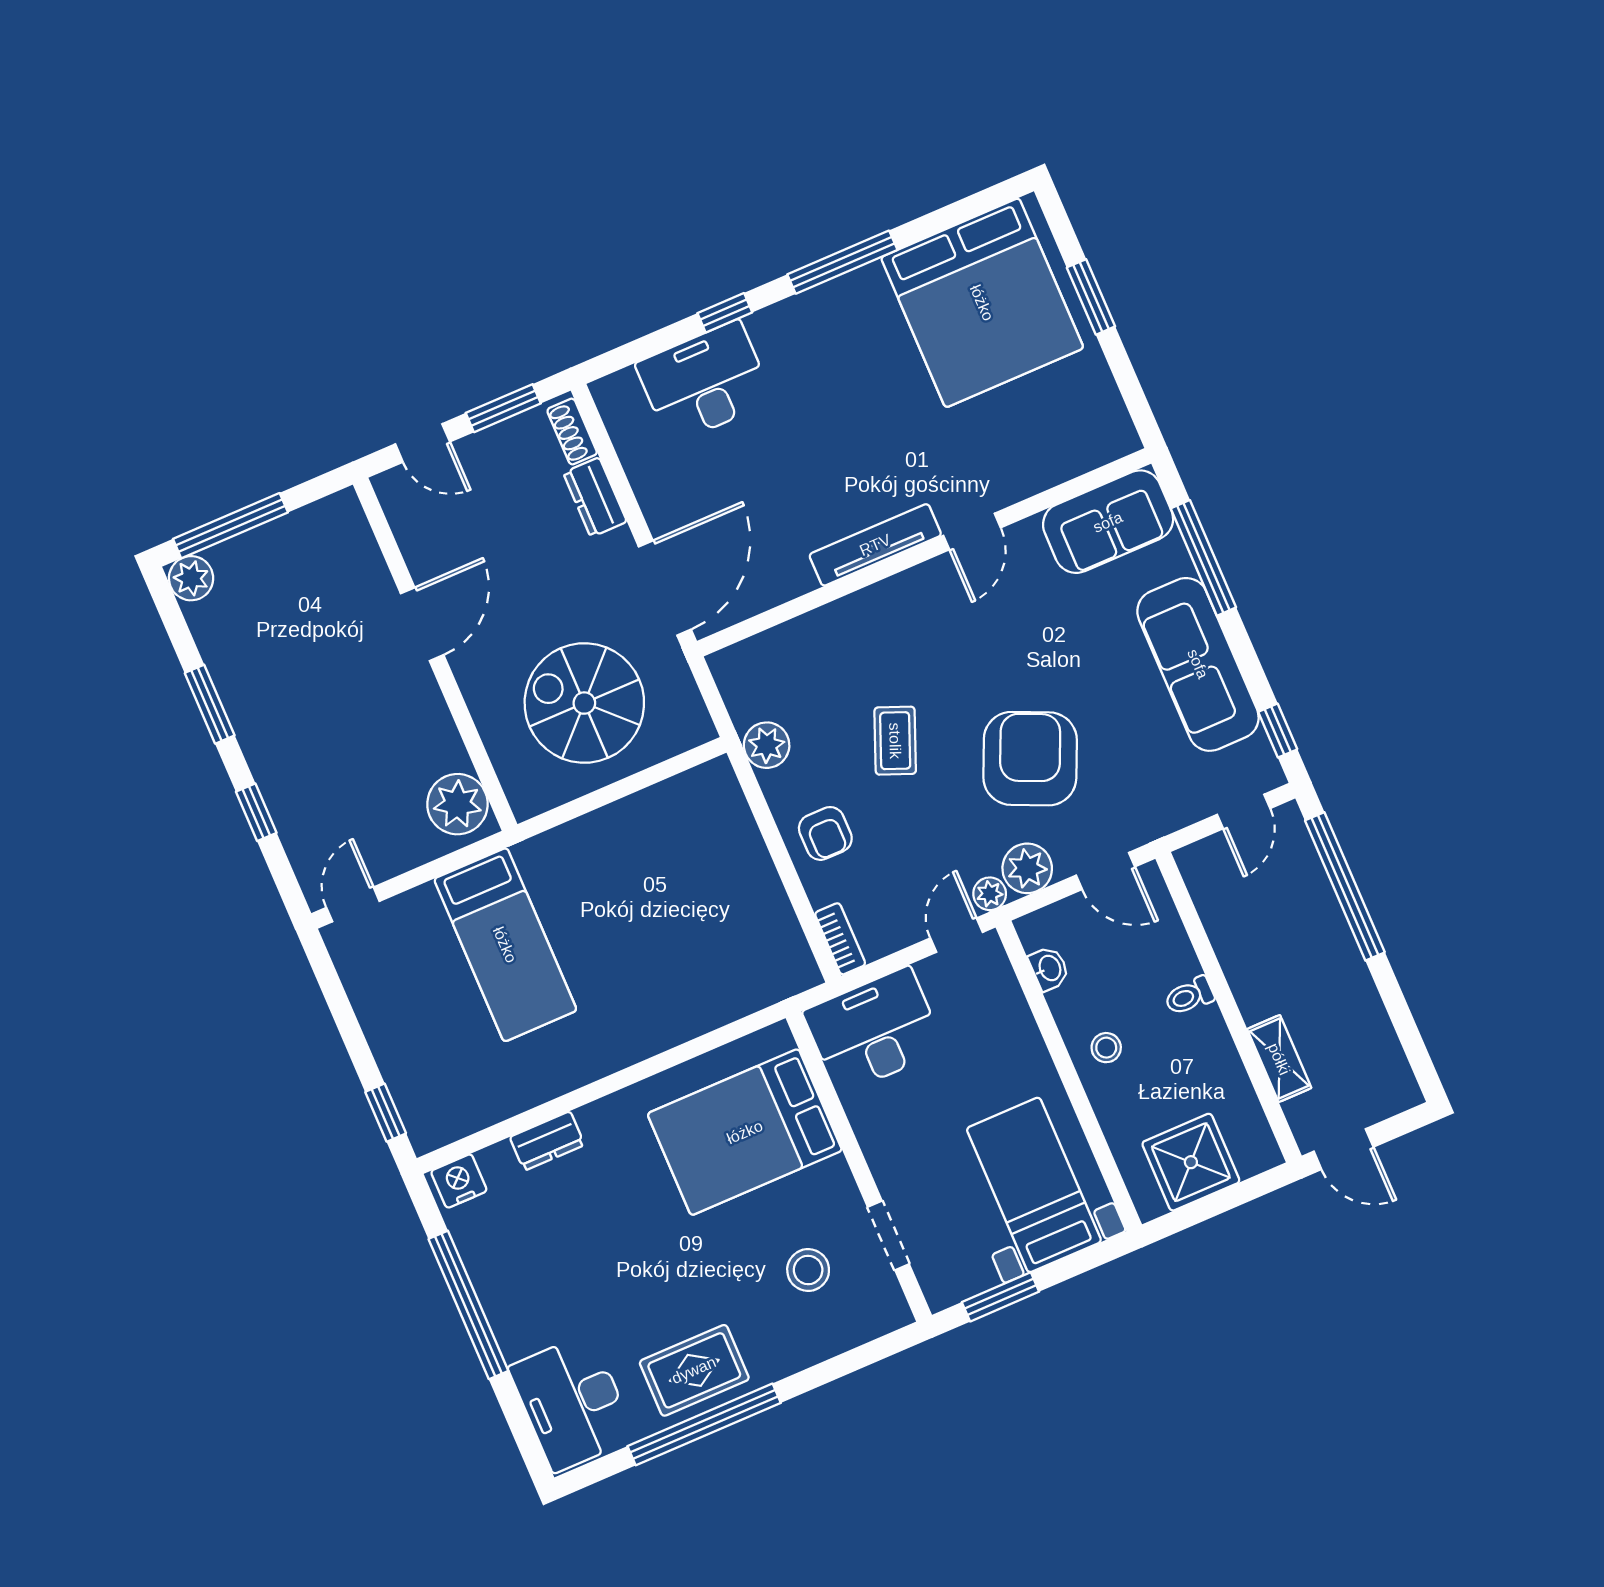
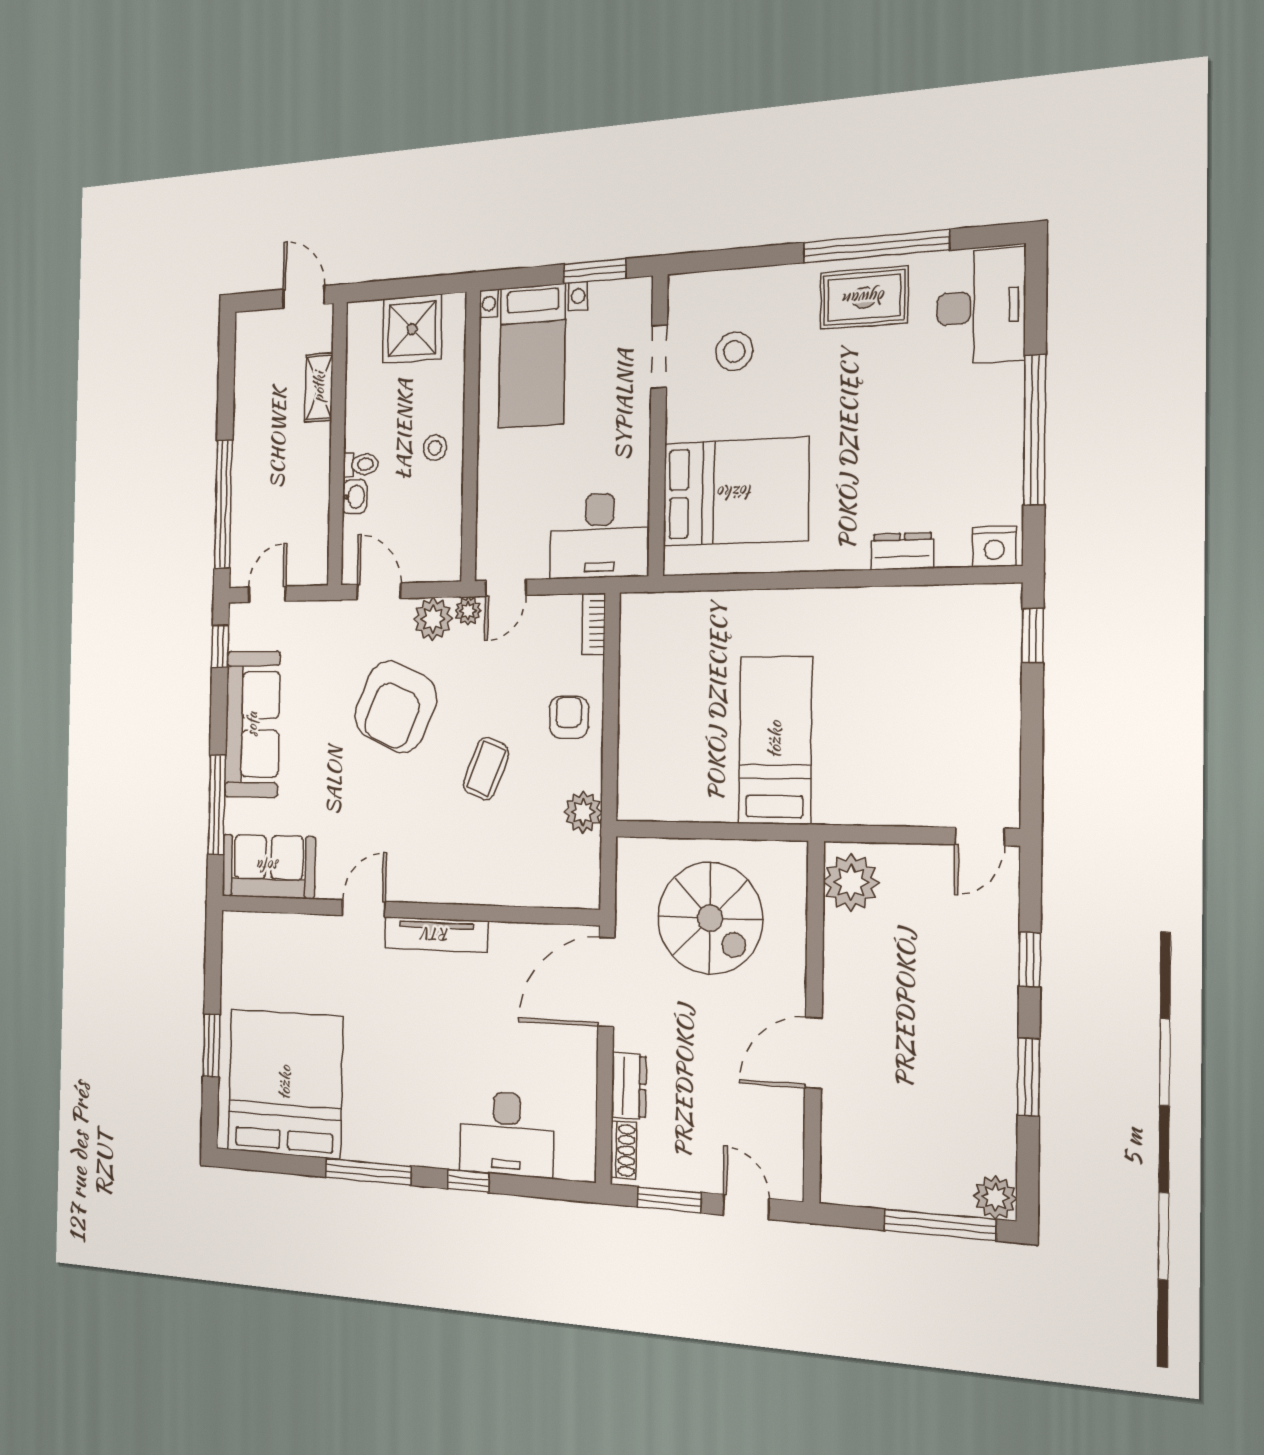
bed: (505, 945) -> (775, 740), moved
washbasin: (1049, 968) -> (355, 497), moved, turned 180

